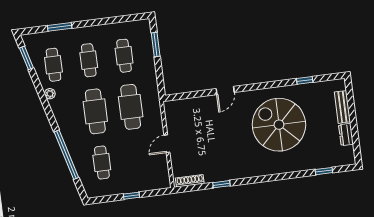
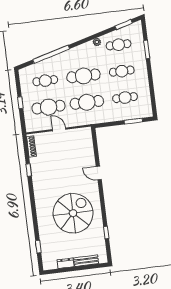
cafe table: (137, 158) -> (49, 107), added

